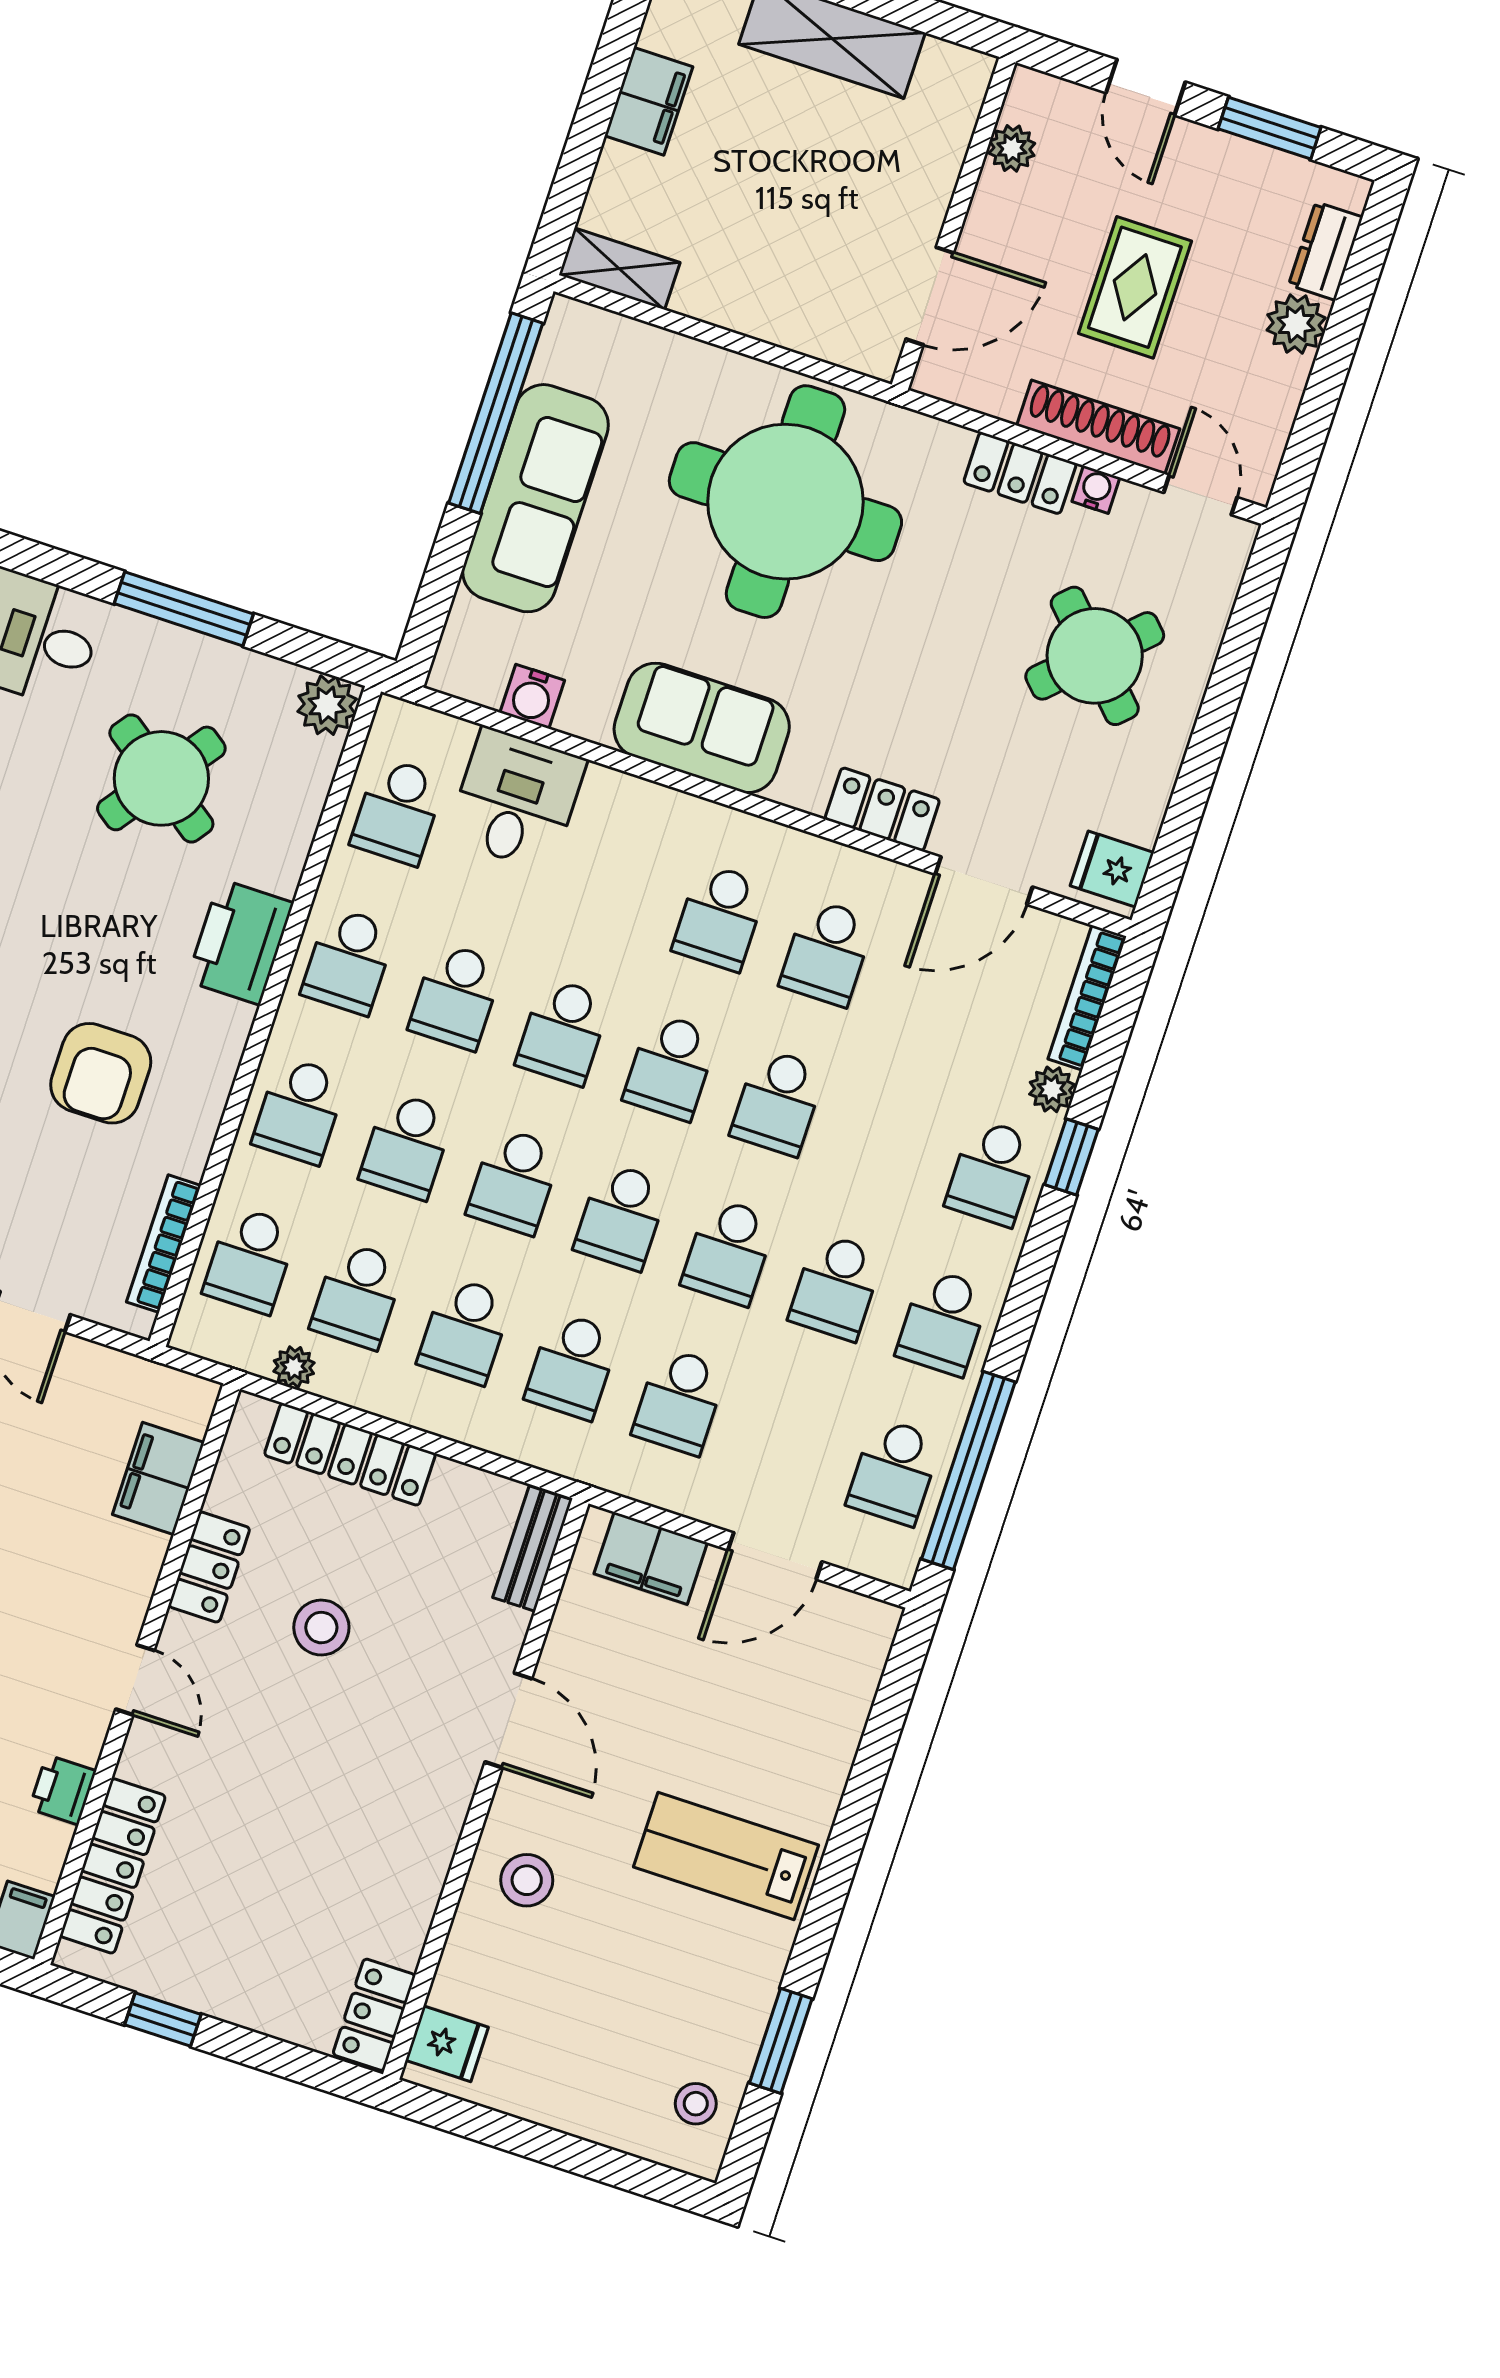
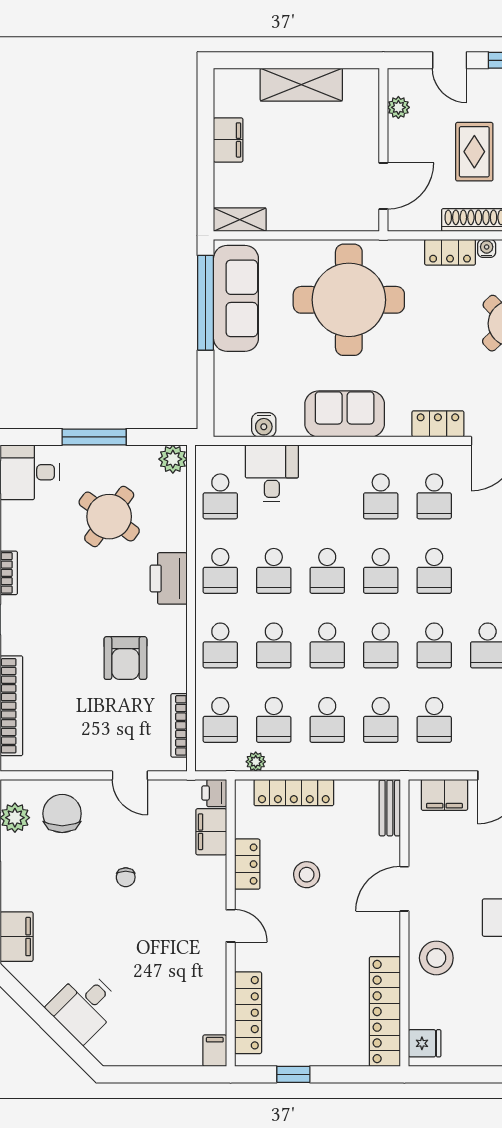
sofa: (536, 498) -> (236, 298), moved
door: (508, 1720) -> (404, 889), swing flipped
printer: (63, 1790) -> (214, 793), moved
stool: (527, 1880) -> (436, 958), width x1.38, depth x1.38
locker: (374, 2015) -> (385, 1012), width x2.16, depth x1.21

